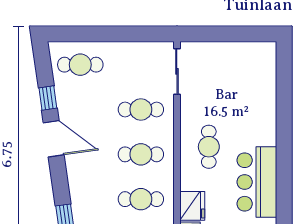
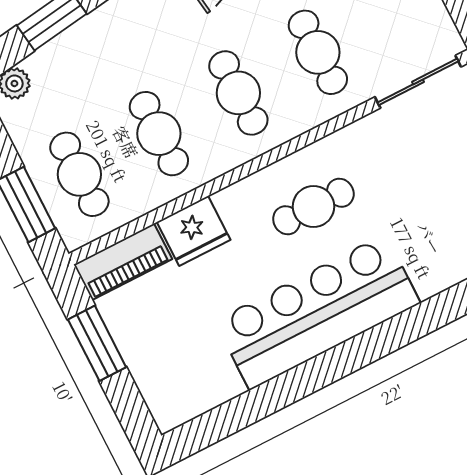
bar counter: (257, 182) -> (317, 312), width x1.36

